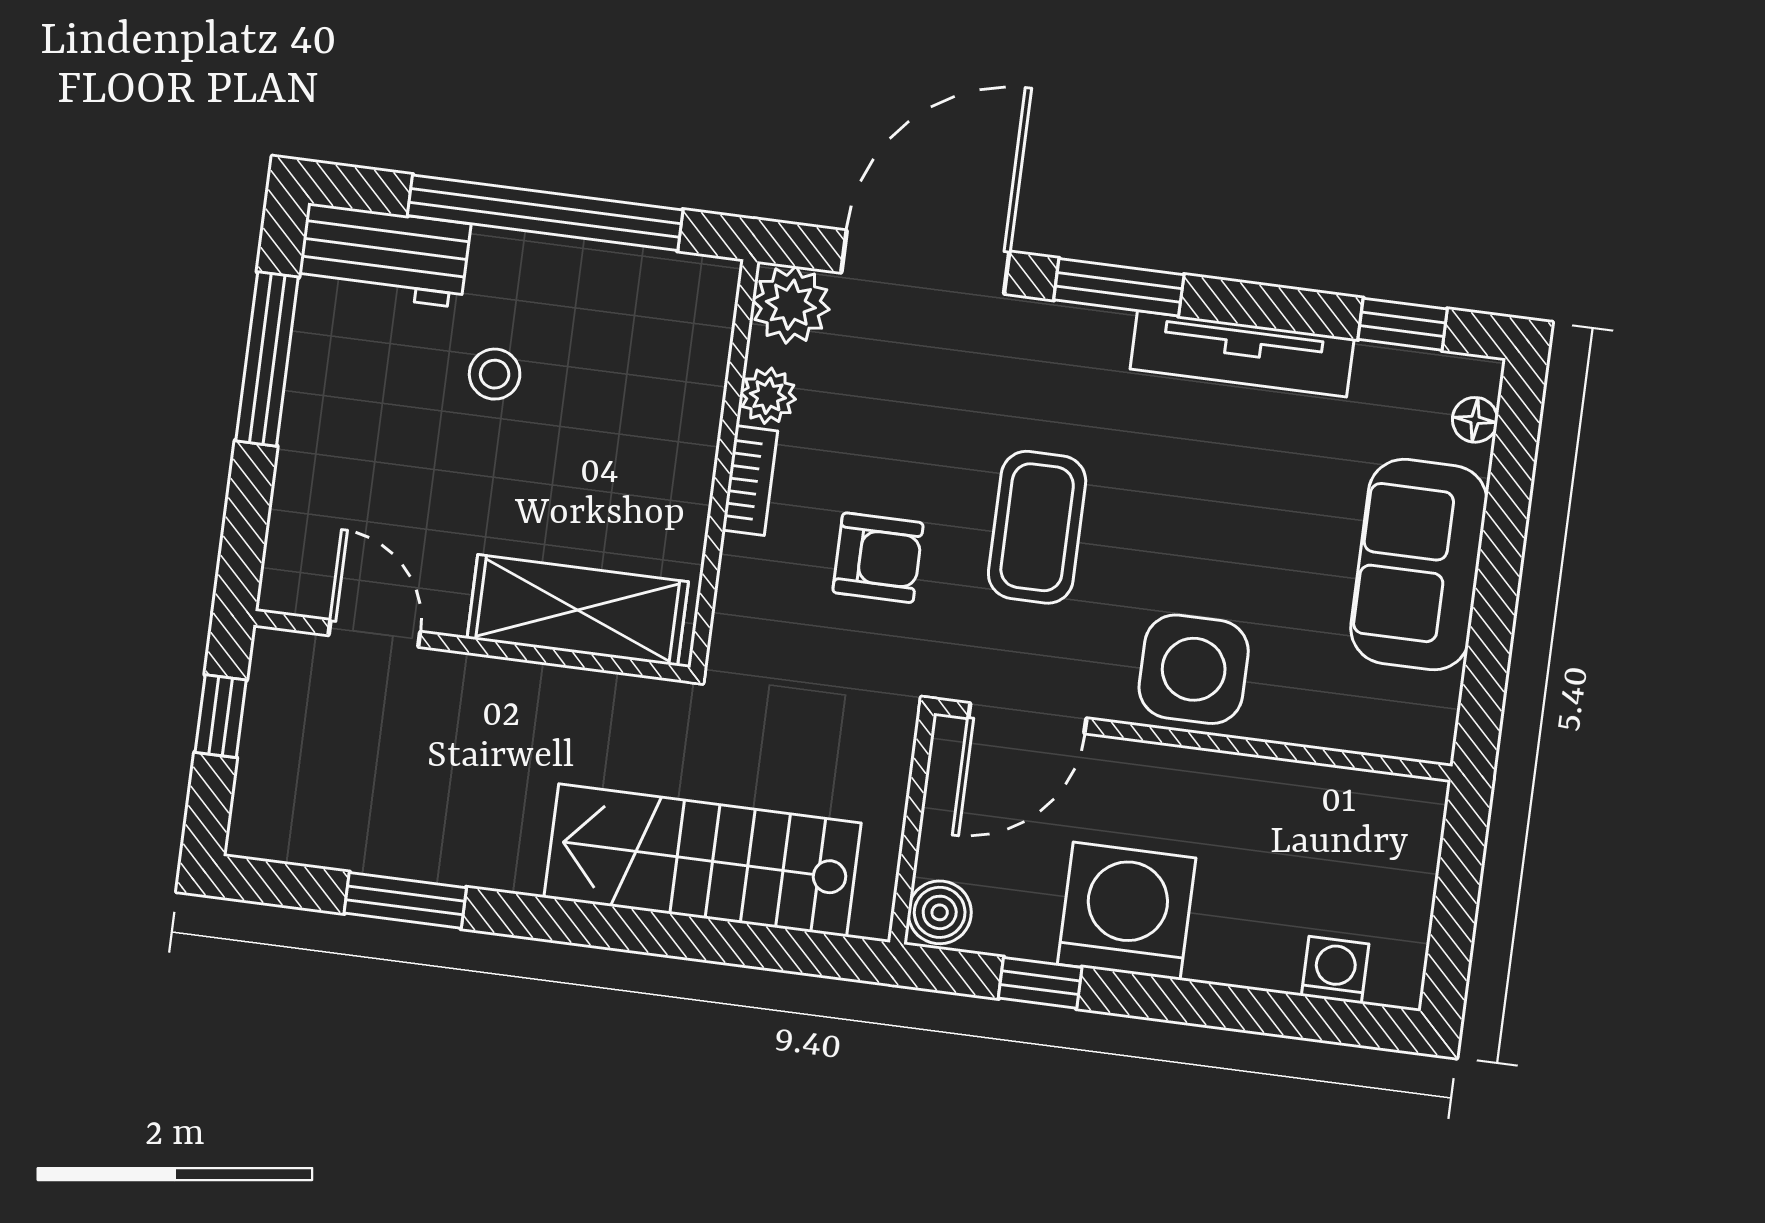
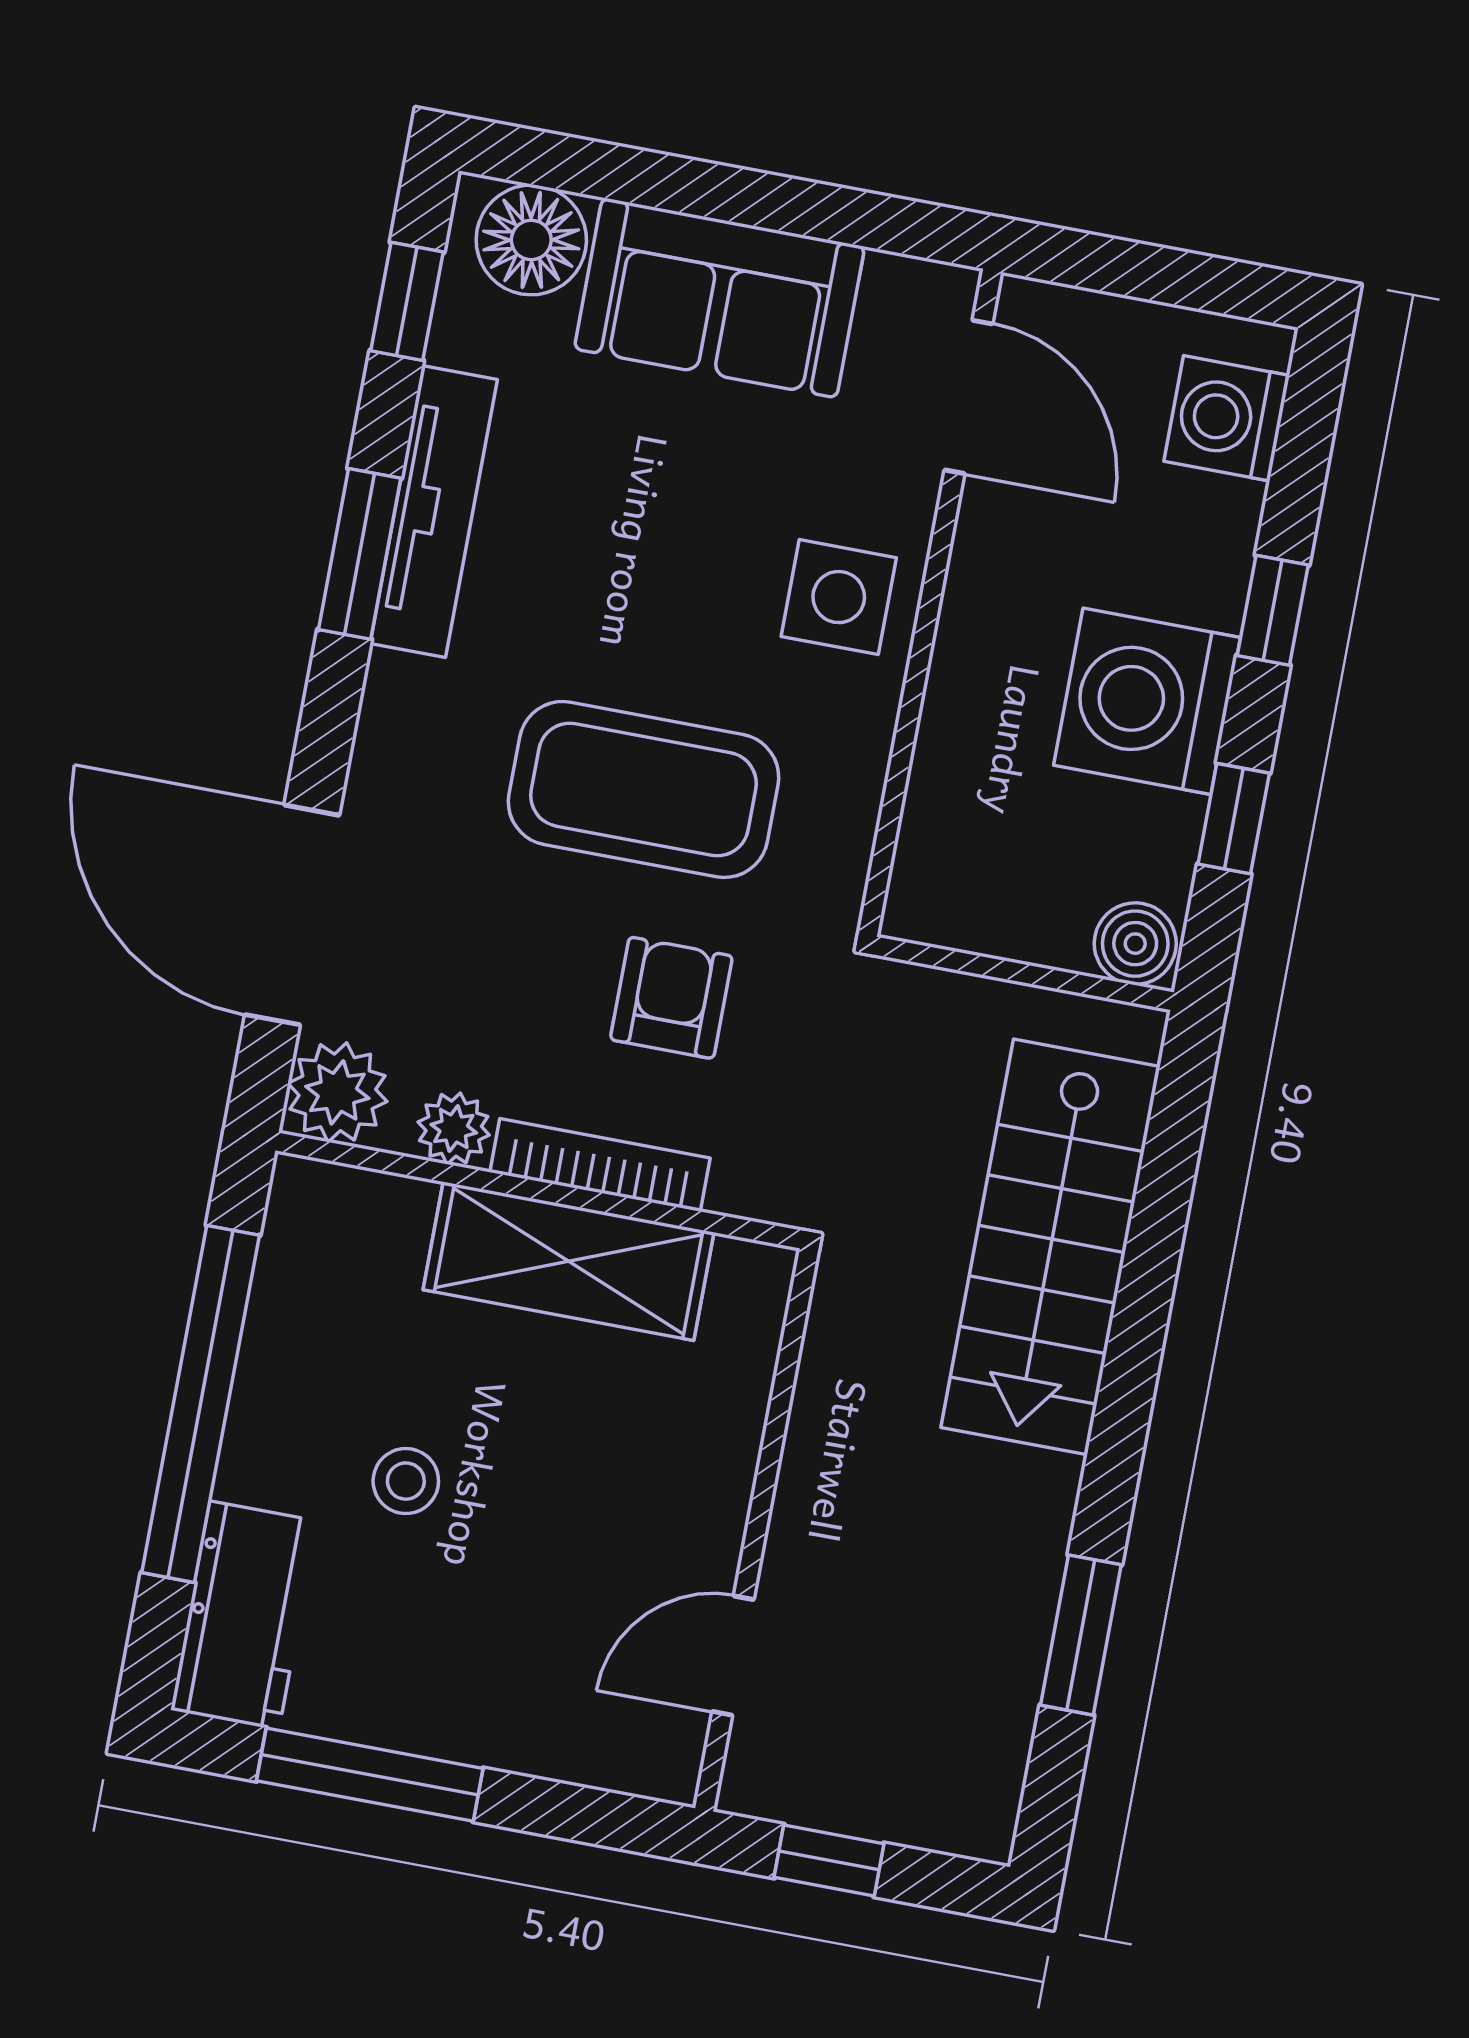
window: (1119, 287) -> (360, 554), moved
floor lamp: (1475, 420) -> (531, 240), width x1.89, depth x1.89
bookcase: (750, 480) -> (600, 1165), width x1.56
coffee table: (1037, 527) -> (643, 789), width x1.36, depth x1.32
shelving: (578, 610) -> (569, 1261), moved, turned 90
side table: (1194, 669) -> (839, 597), width x0.73, depth x0.73
door: (1027, 718) -> (969, 397), moved
washing machine: (1335, 970) -> (1227, 418), width x1.38, depth x1.38
window: (1202, 1004) -> (1273, 610), added

